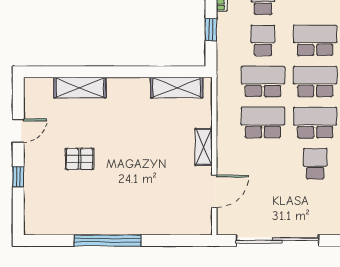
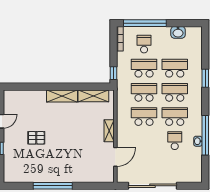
window: (211, 30) -> (114, 73), moved
school desk: (263, 40) -> (144, 68), width x1.85
shelving: (80, 88) -> (62, 96), moved

